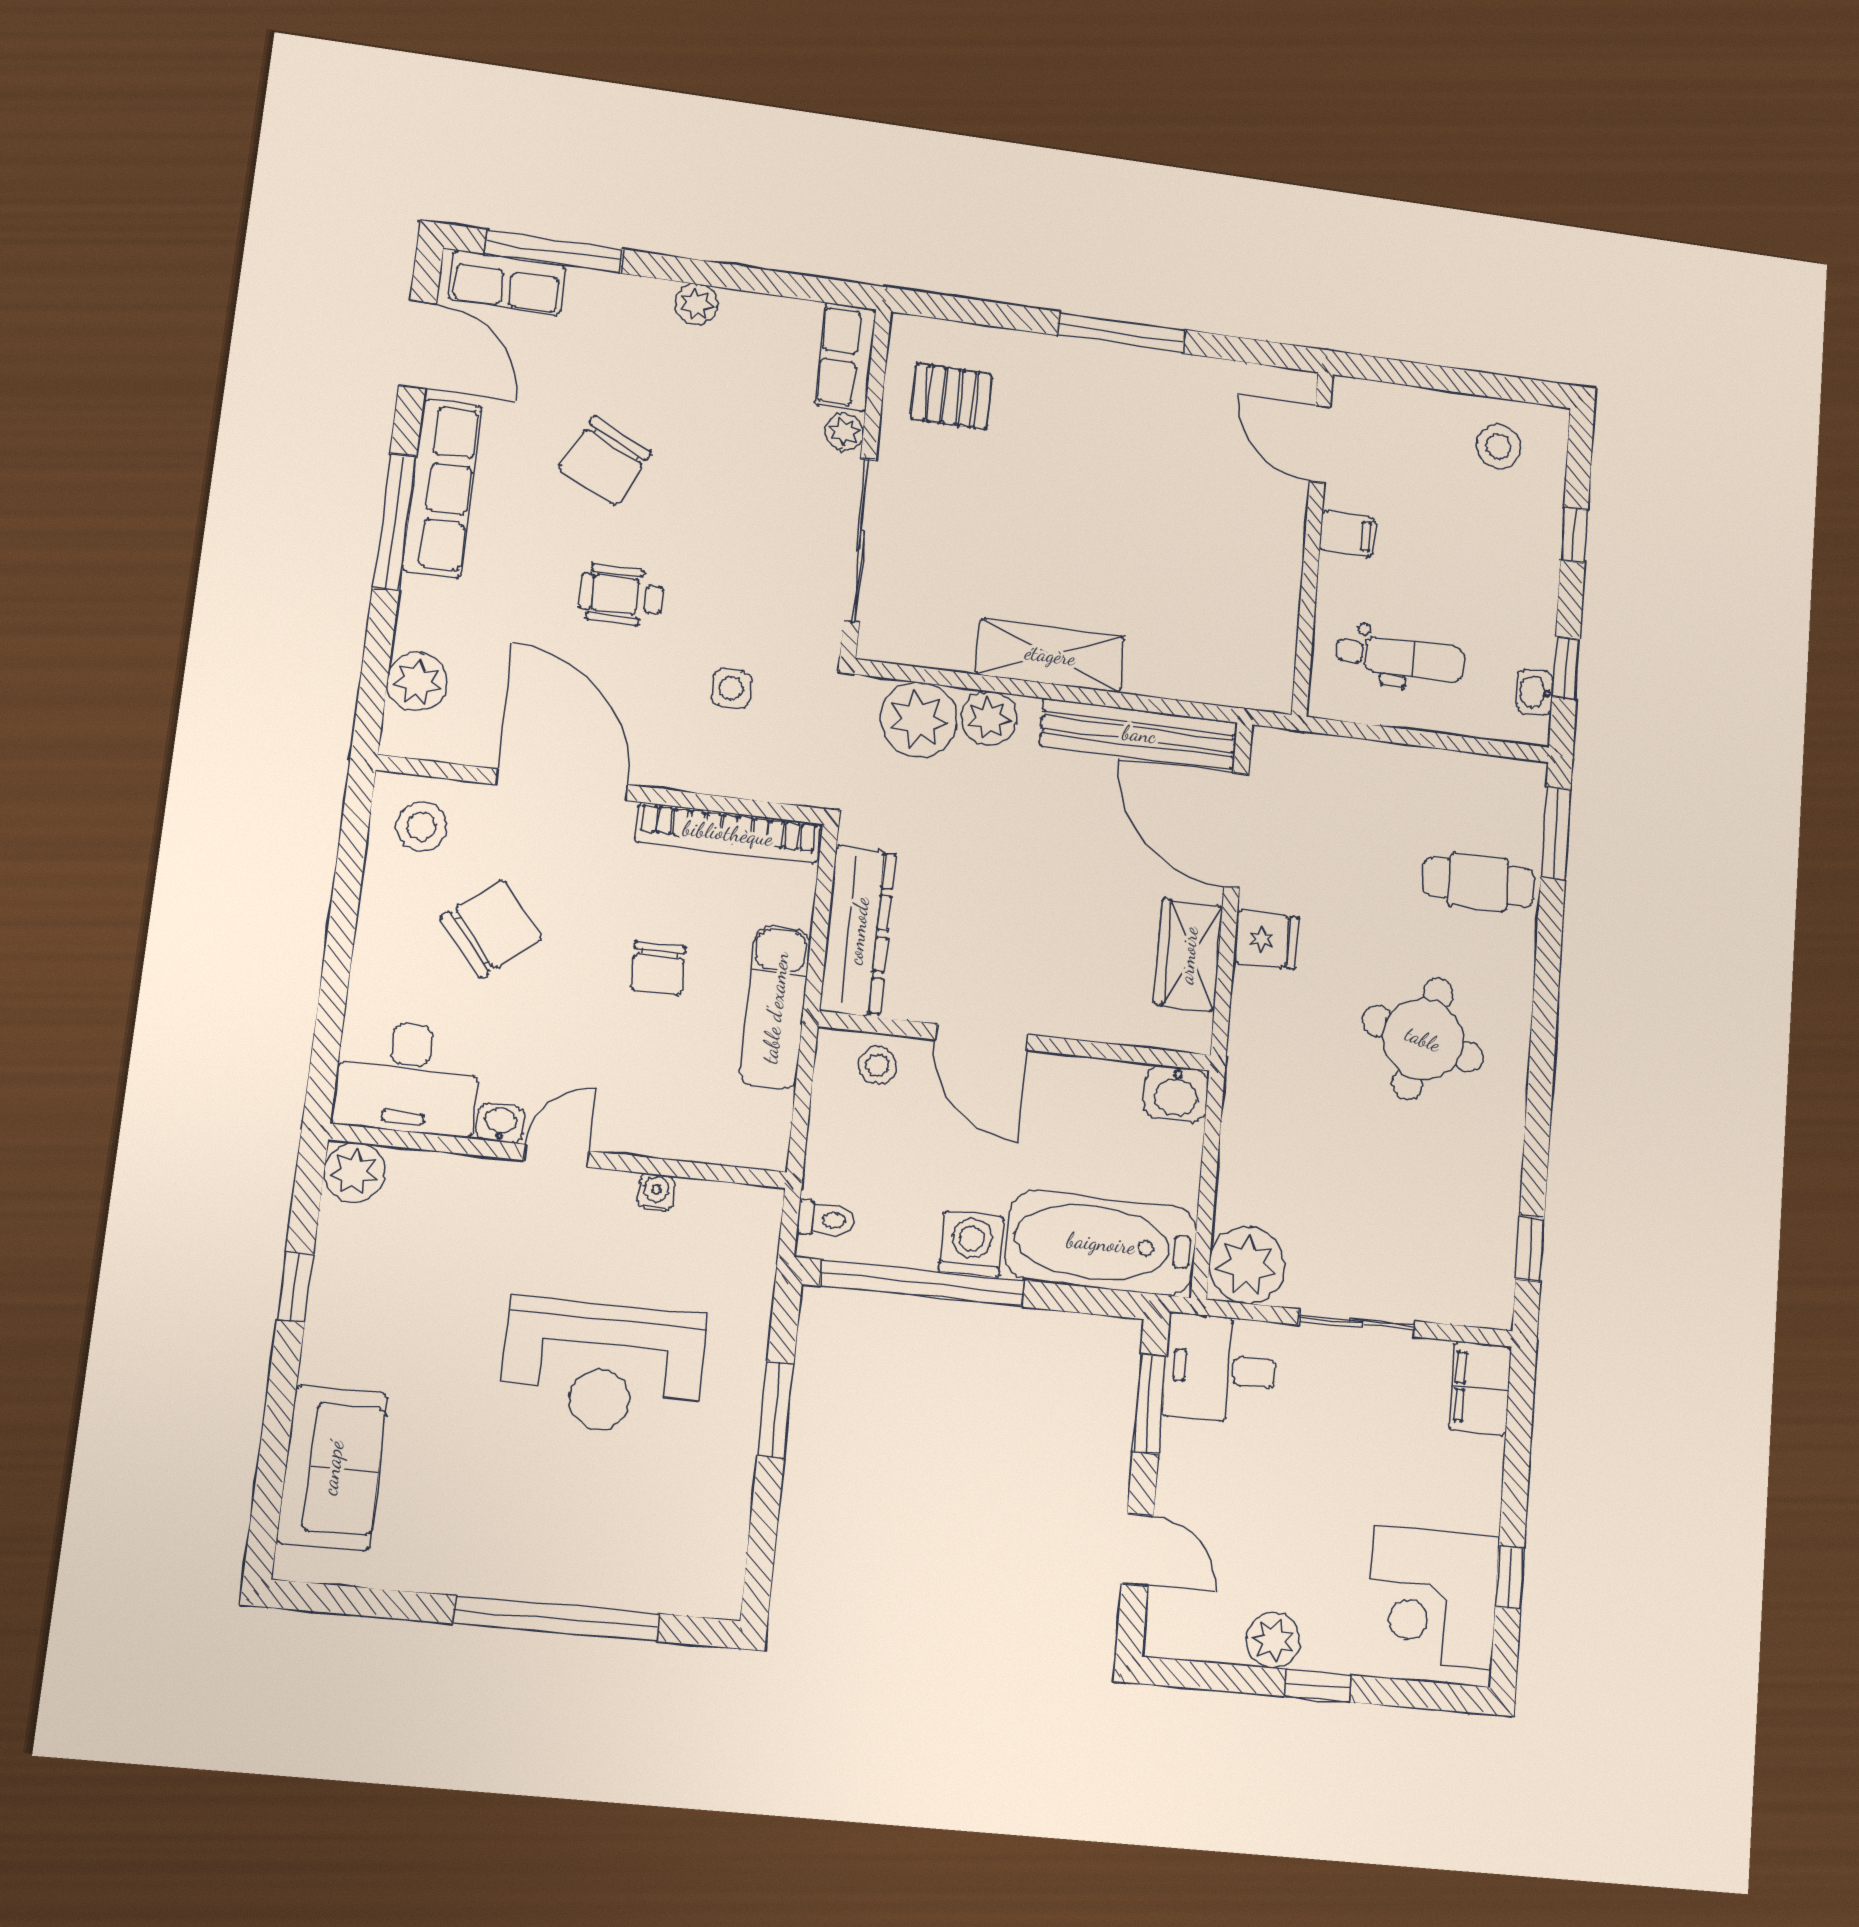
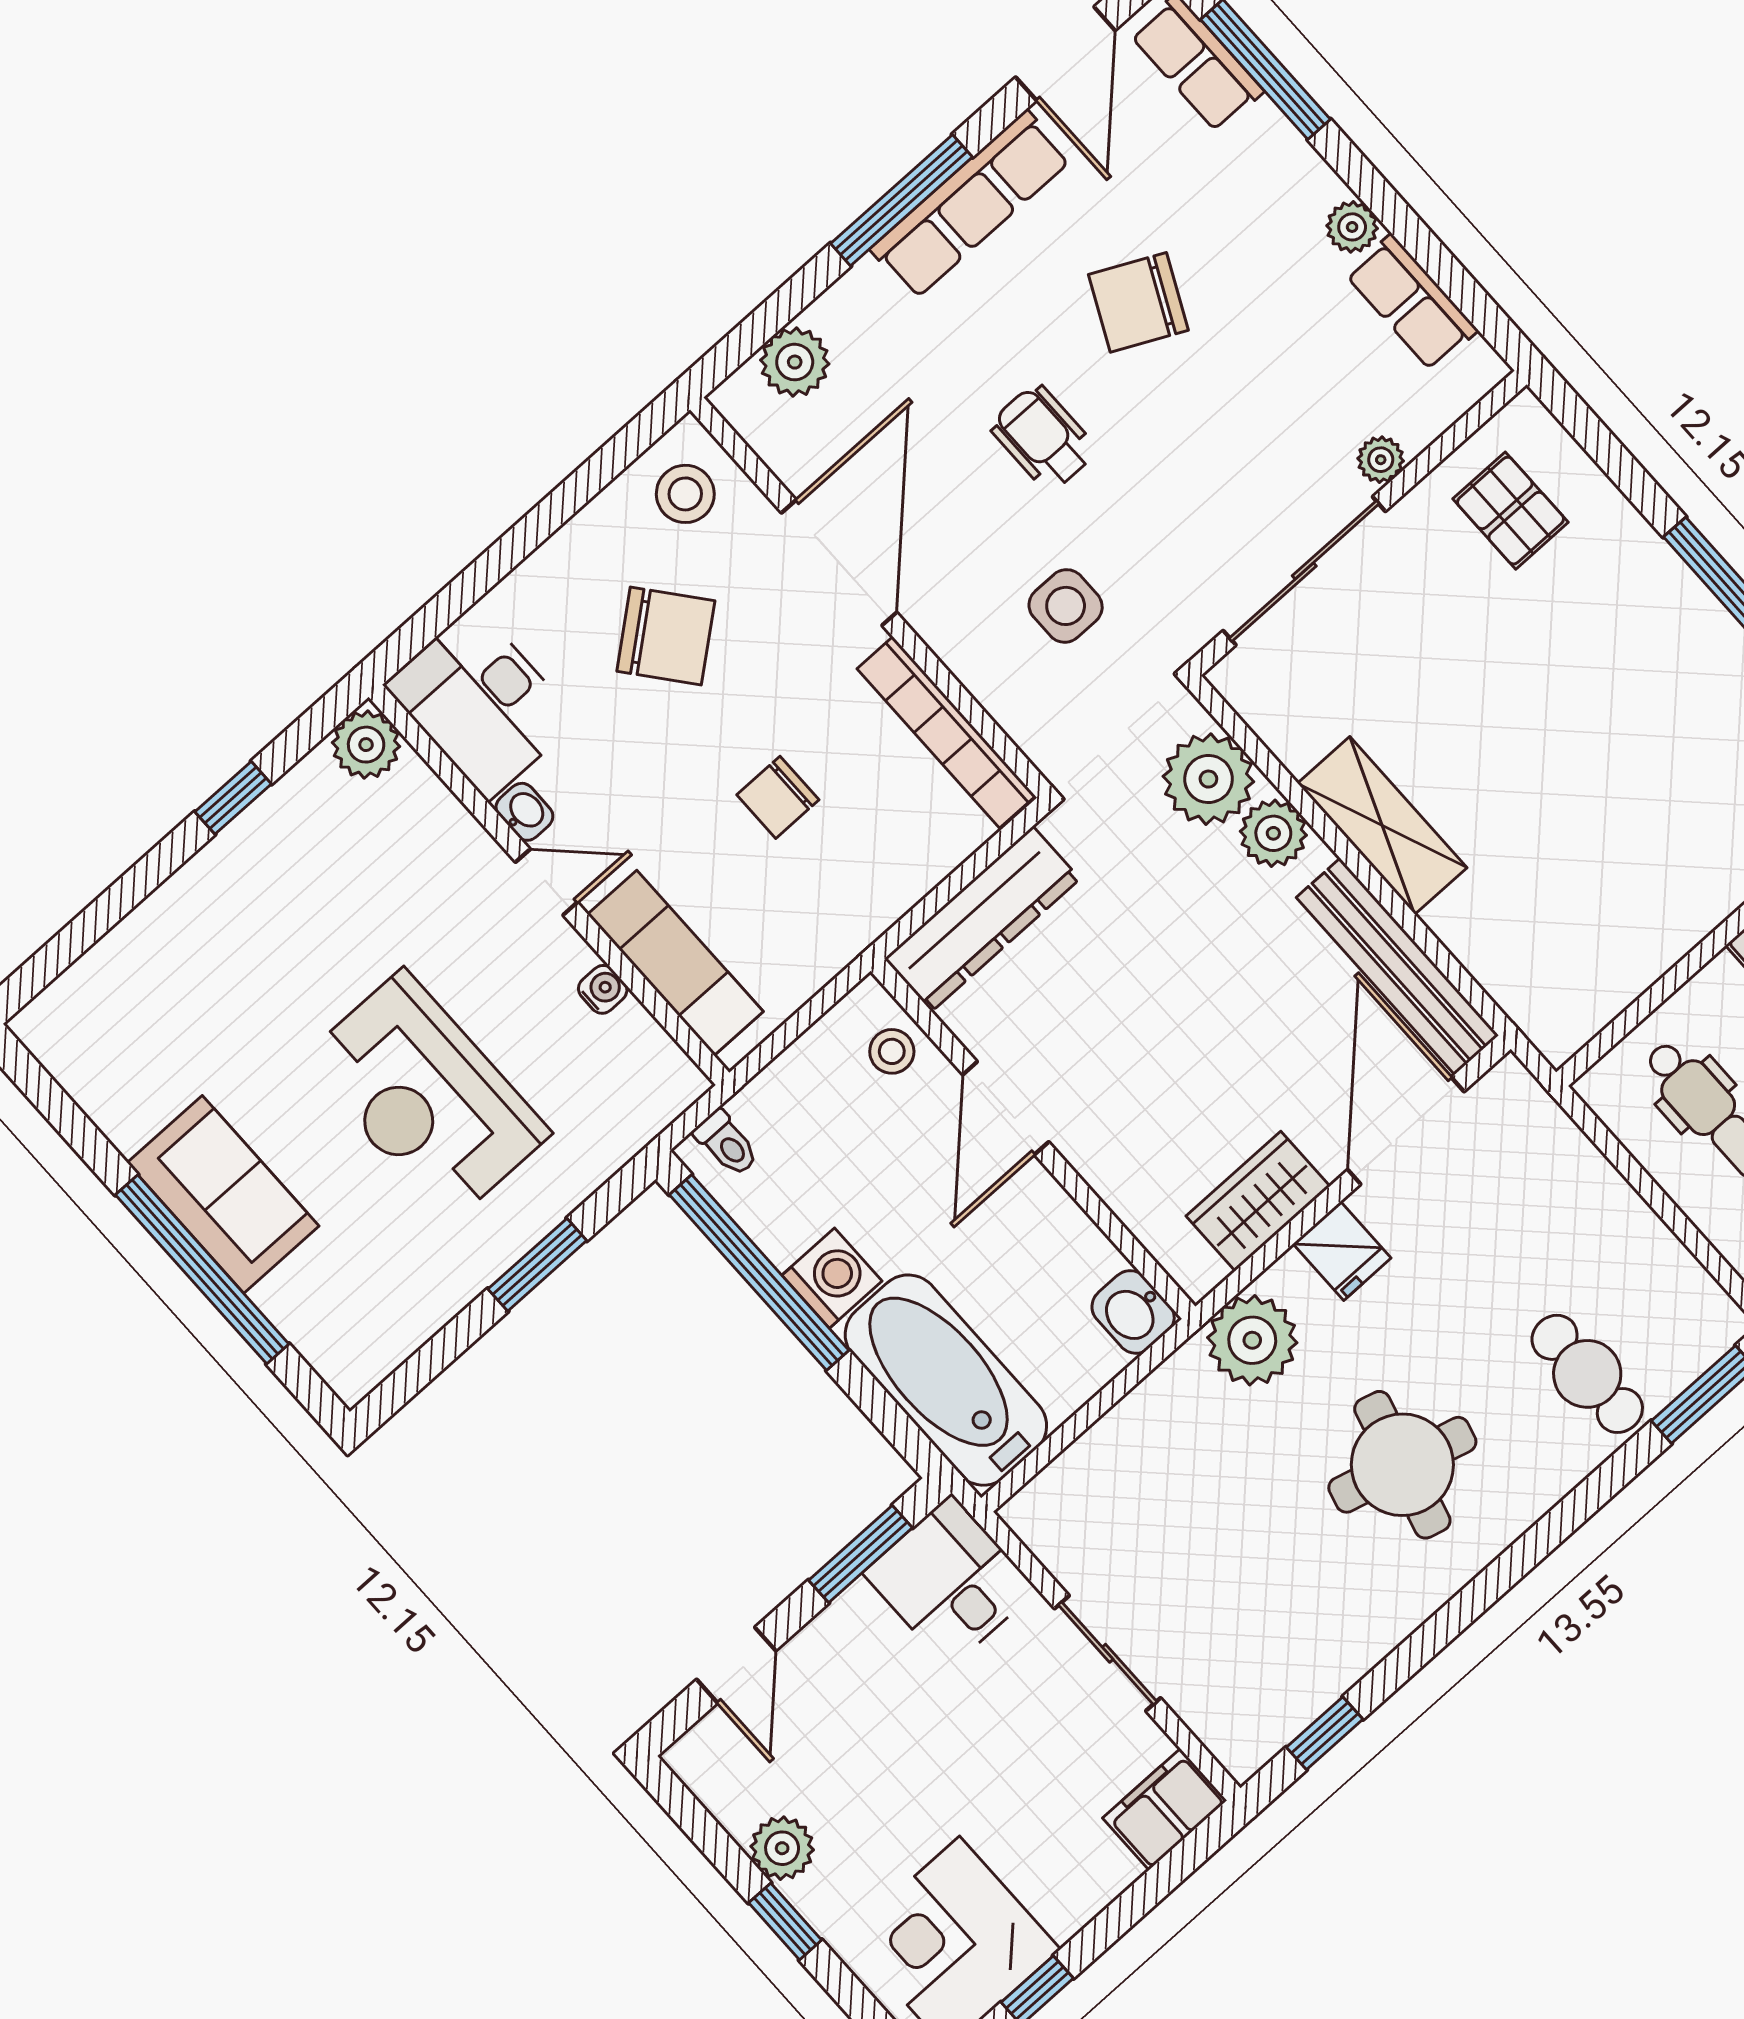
row of seats: (845, 357) -> (1412, 302), moved, turned -90
side table: (731, 688) -> (1066, 606), width x1.37, depth x1.37
exam couch: (775, 1008) -> (675, 963), moved, turned 90
plant: (1247, 1265) -> (1252, 1340), moved
sofa: (332, 1468) -> (223, 1194), moved, turned -90

